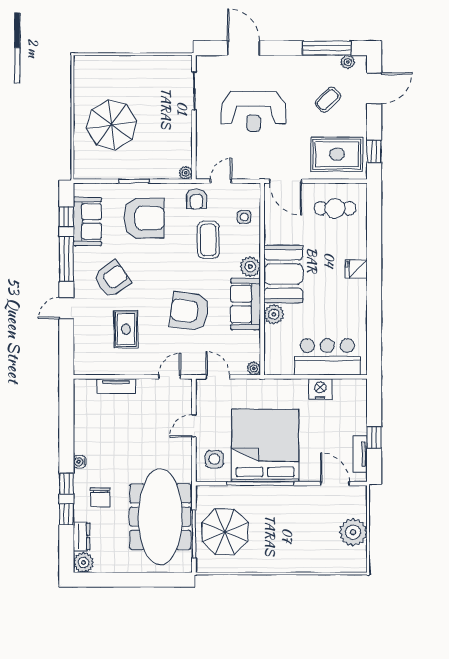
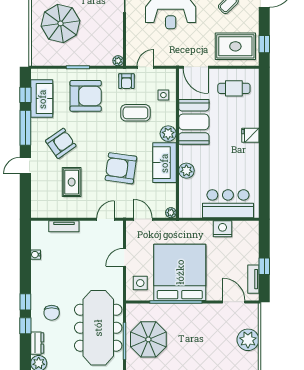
coffee table: (208, 240) -> (135, 113), turned 90
booth: (283, 274) -> (194, 122), moved
water cooler: (80, 462) -> (36, 255), moved

